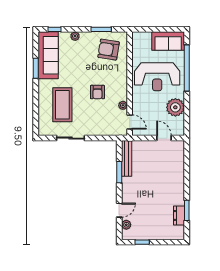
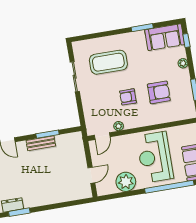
armchair: (109, 50) -> (159, 92), moved, turned 81
sofa: (48, 55) -> (165, 37), width x0.73
bench: (127, 158) -> (41, 143), moved, width x0.73

